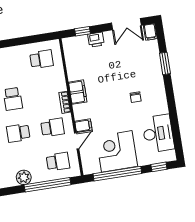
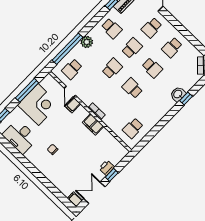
window: (83, 31) -> (112, 175), moved
window: (165, 63) -> (50, 186), removed
school desk: (52, 127) -> (92, 89), removed
window: (117, 174) -> (27, 90), width x0.68

